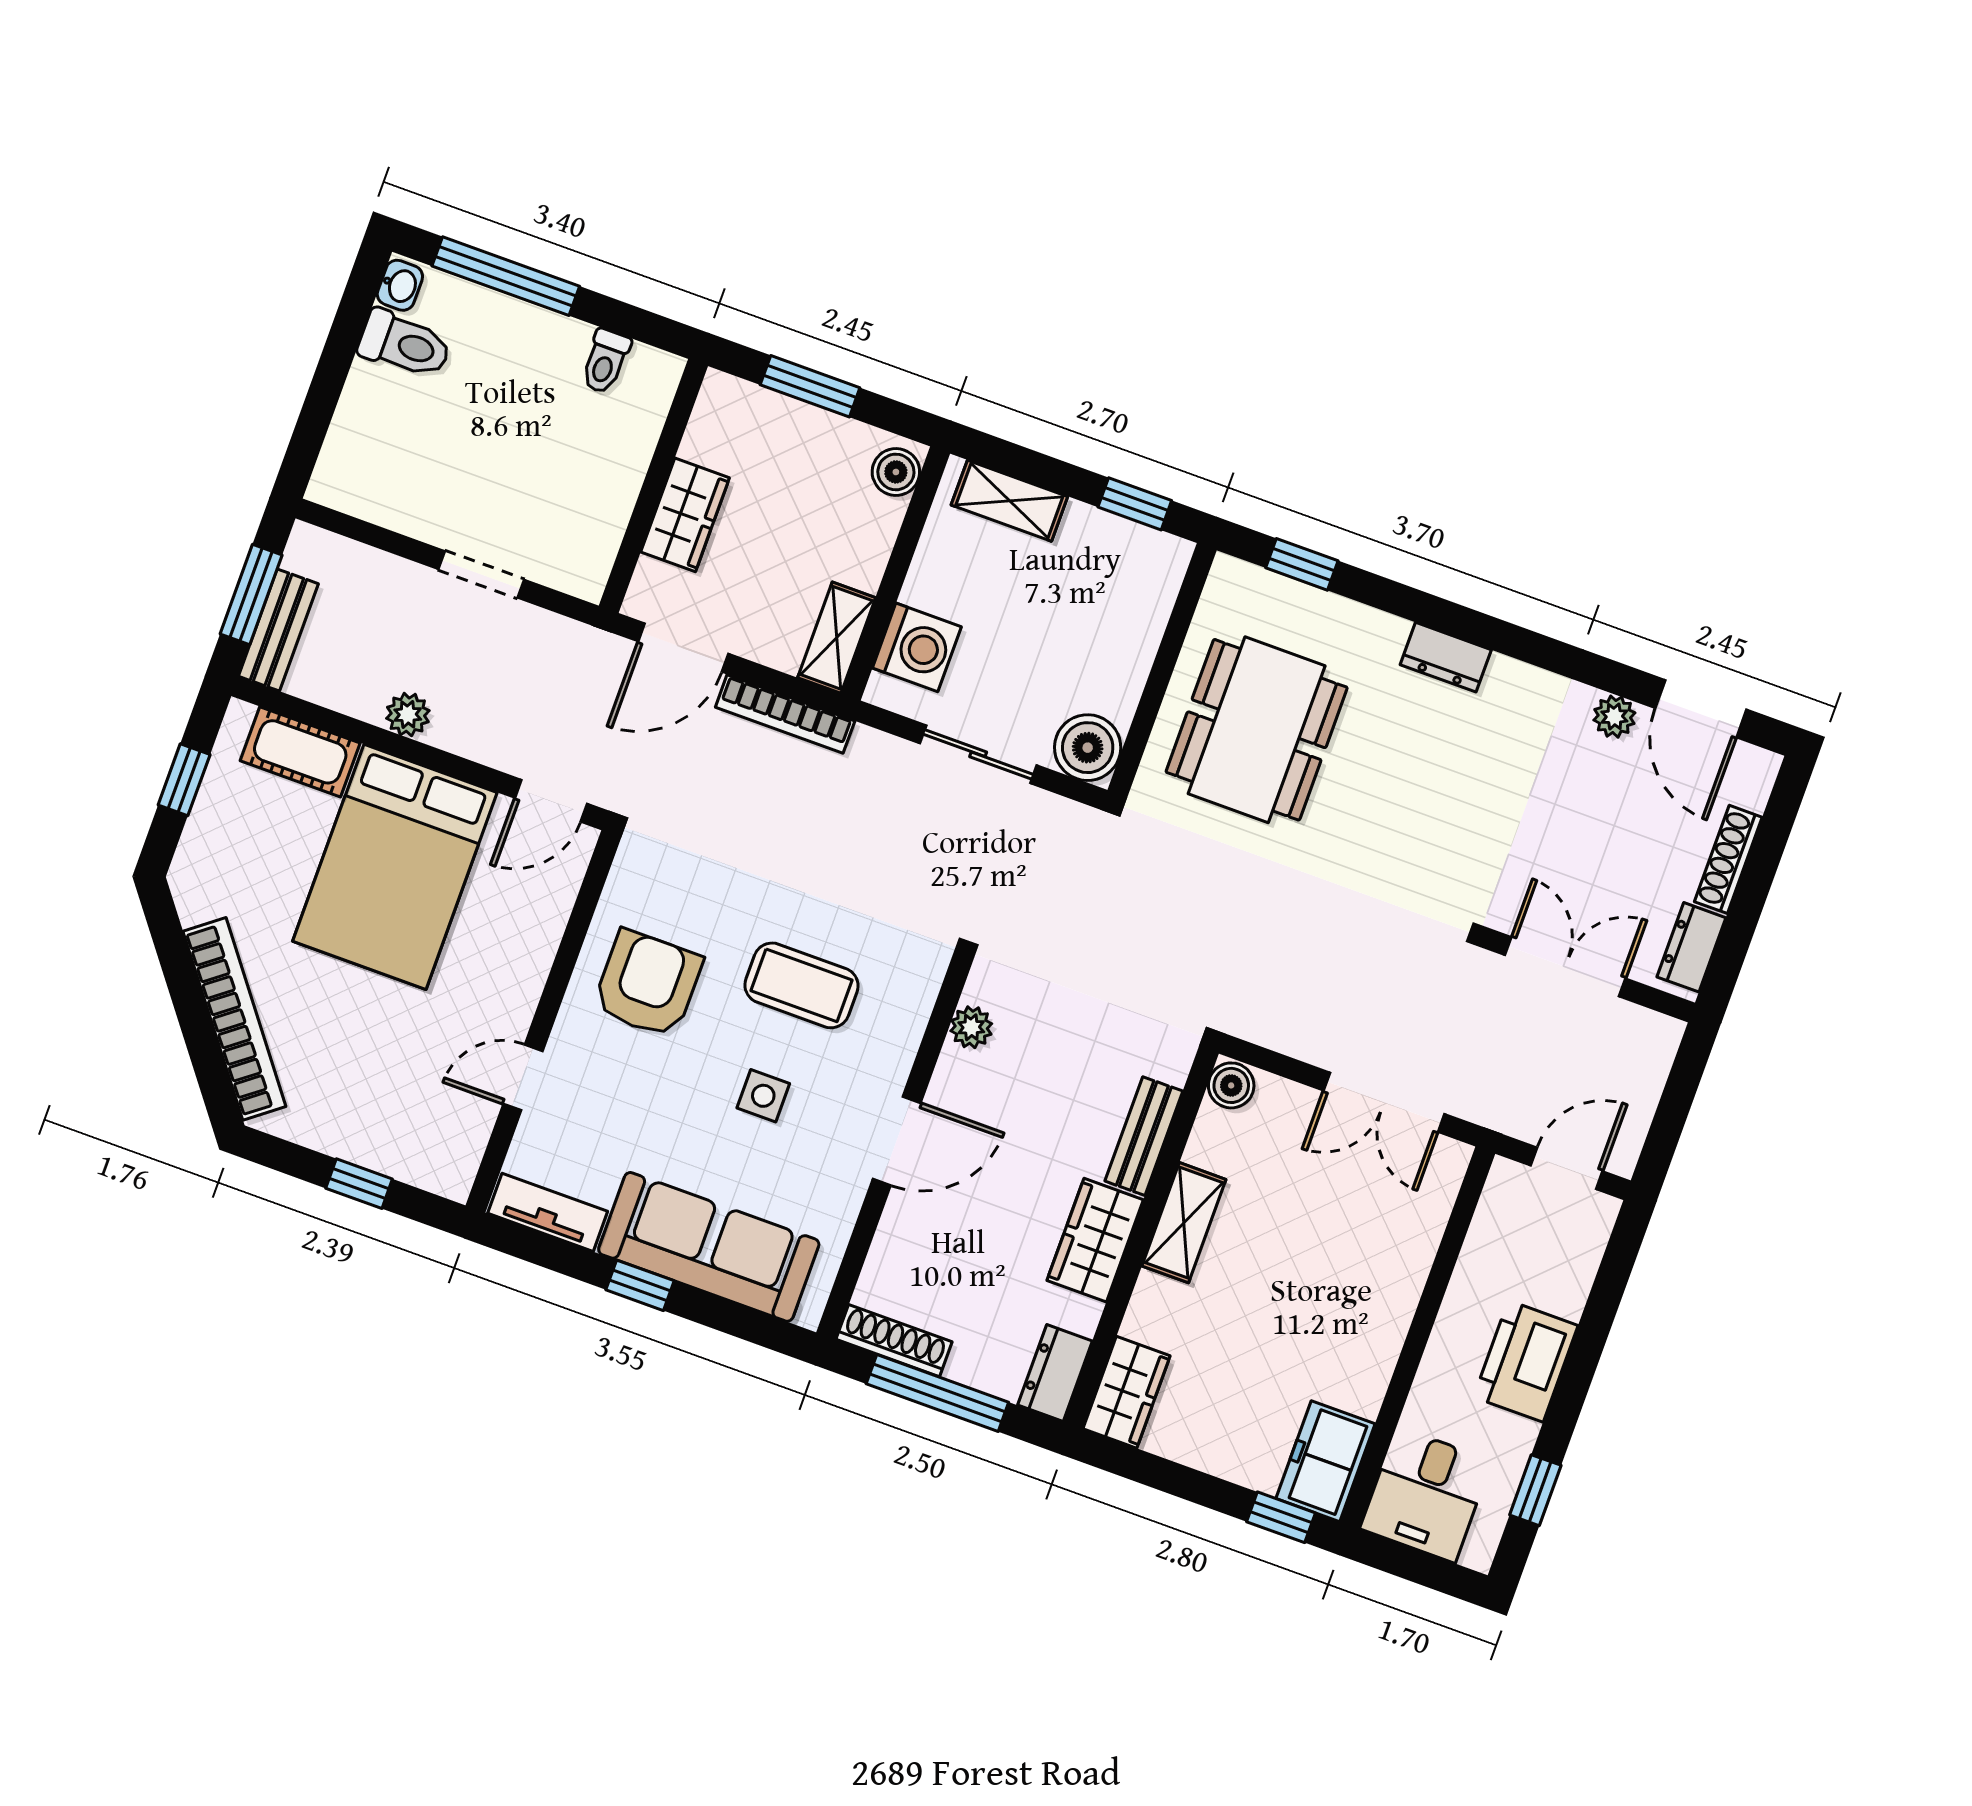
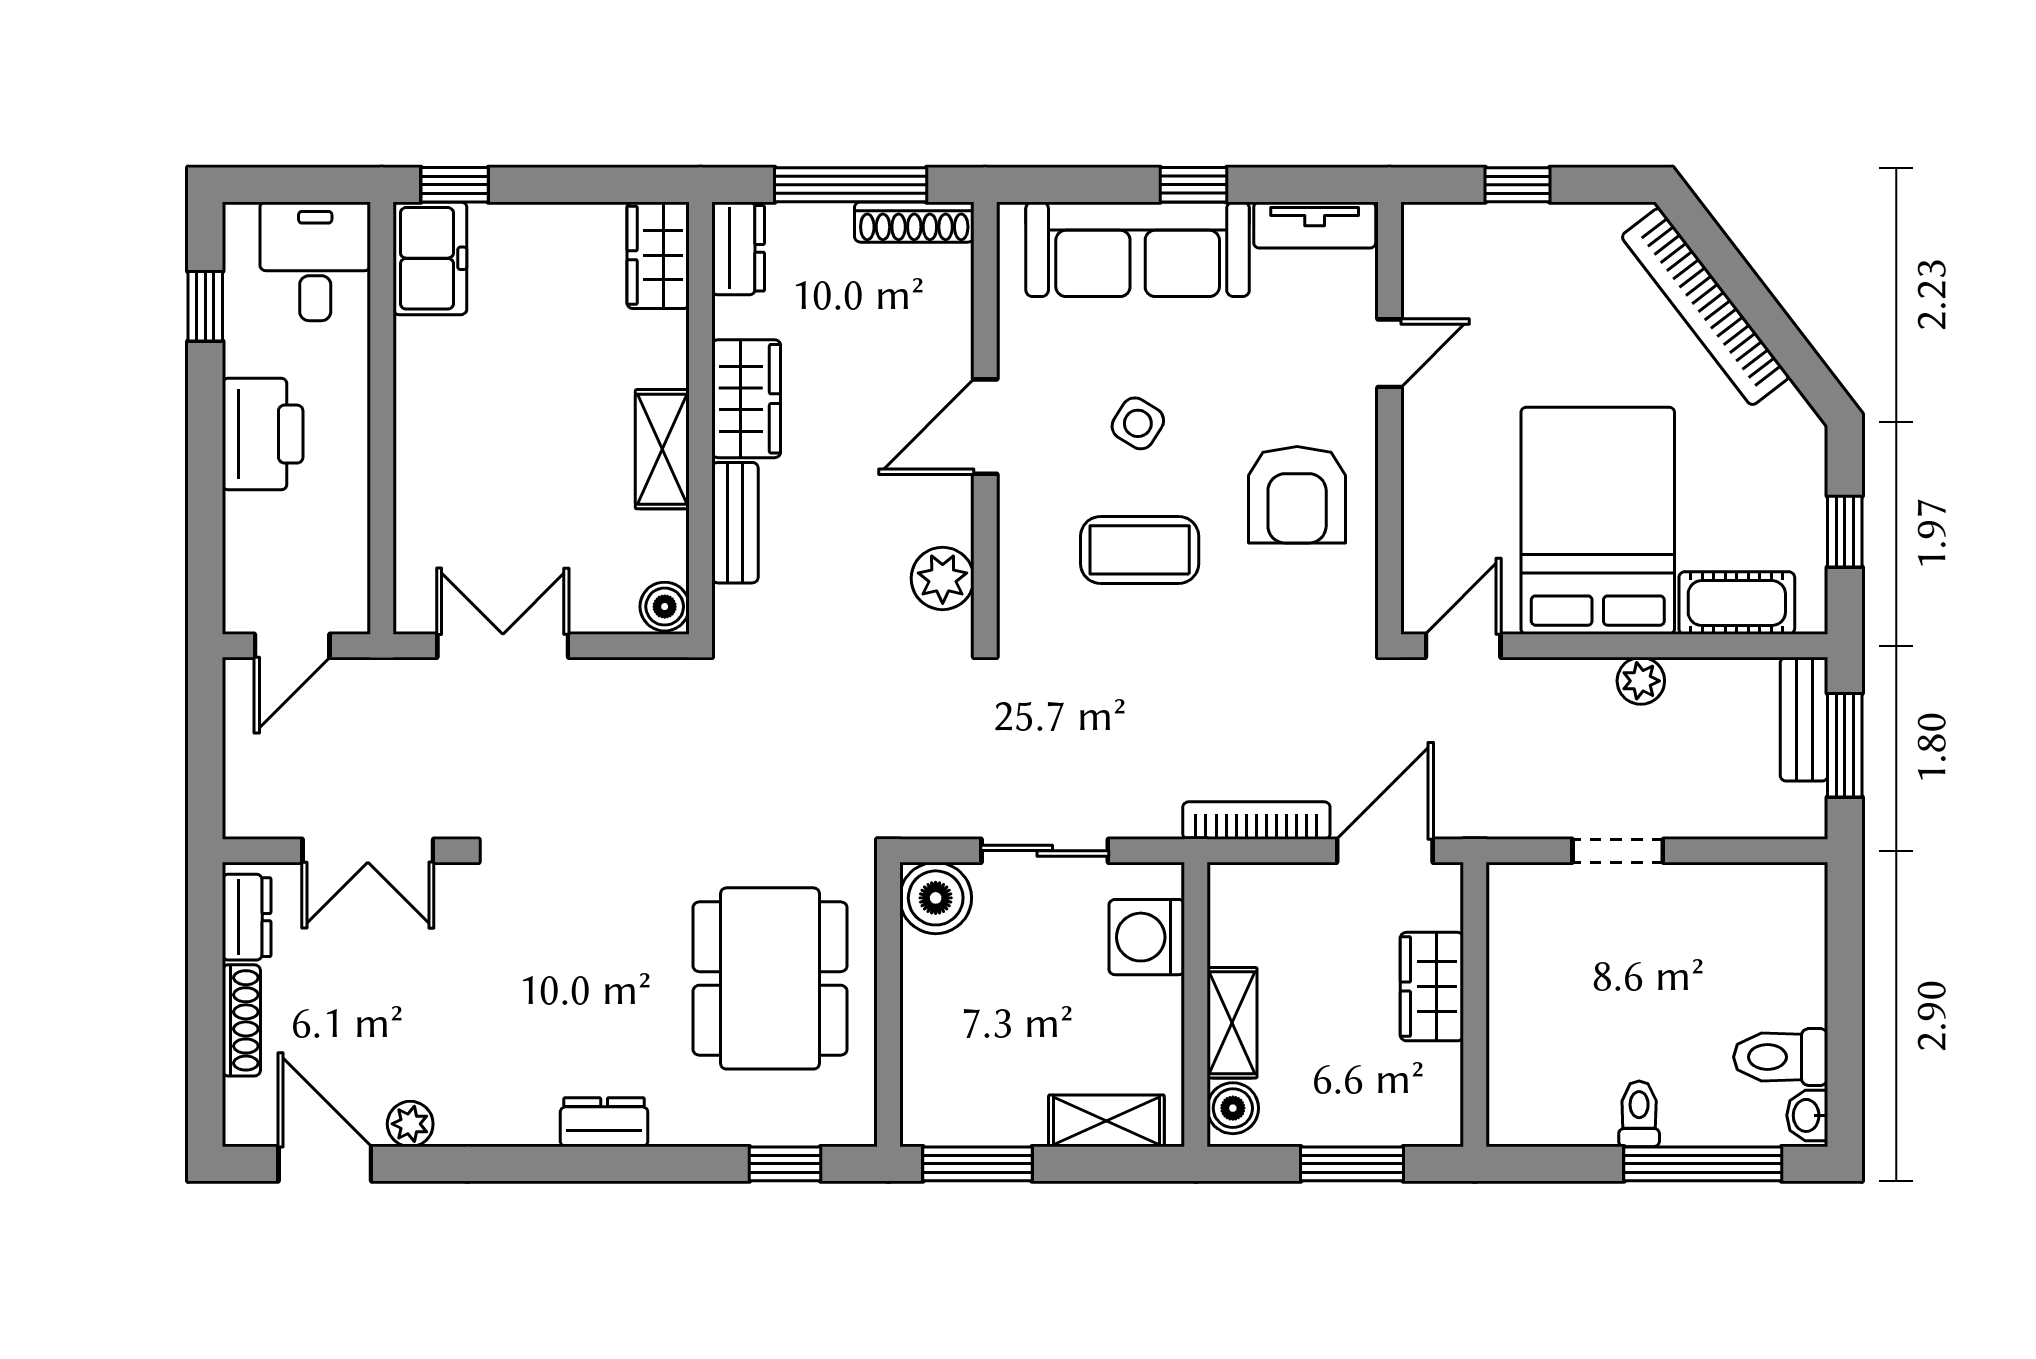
toilet: (605, 361) -> (1639, 1114), moved
window: (1135, 504) -> (978, 1164), width x1.50
shelving: (837, 638) -> (1232, 1023), moved
plant: (971, 1027) -> (943, 578), width x1.38, depth x1.38
side table: (763, 1096) -> (1138, 423), turned 32

